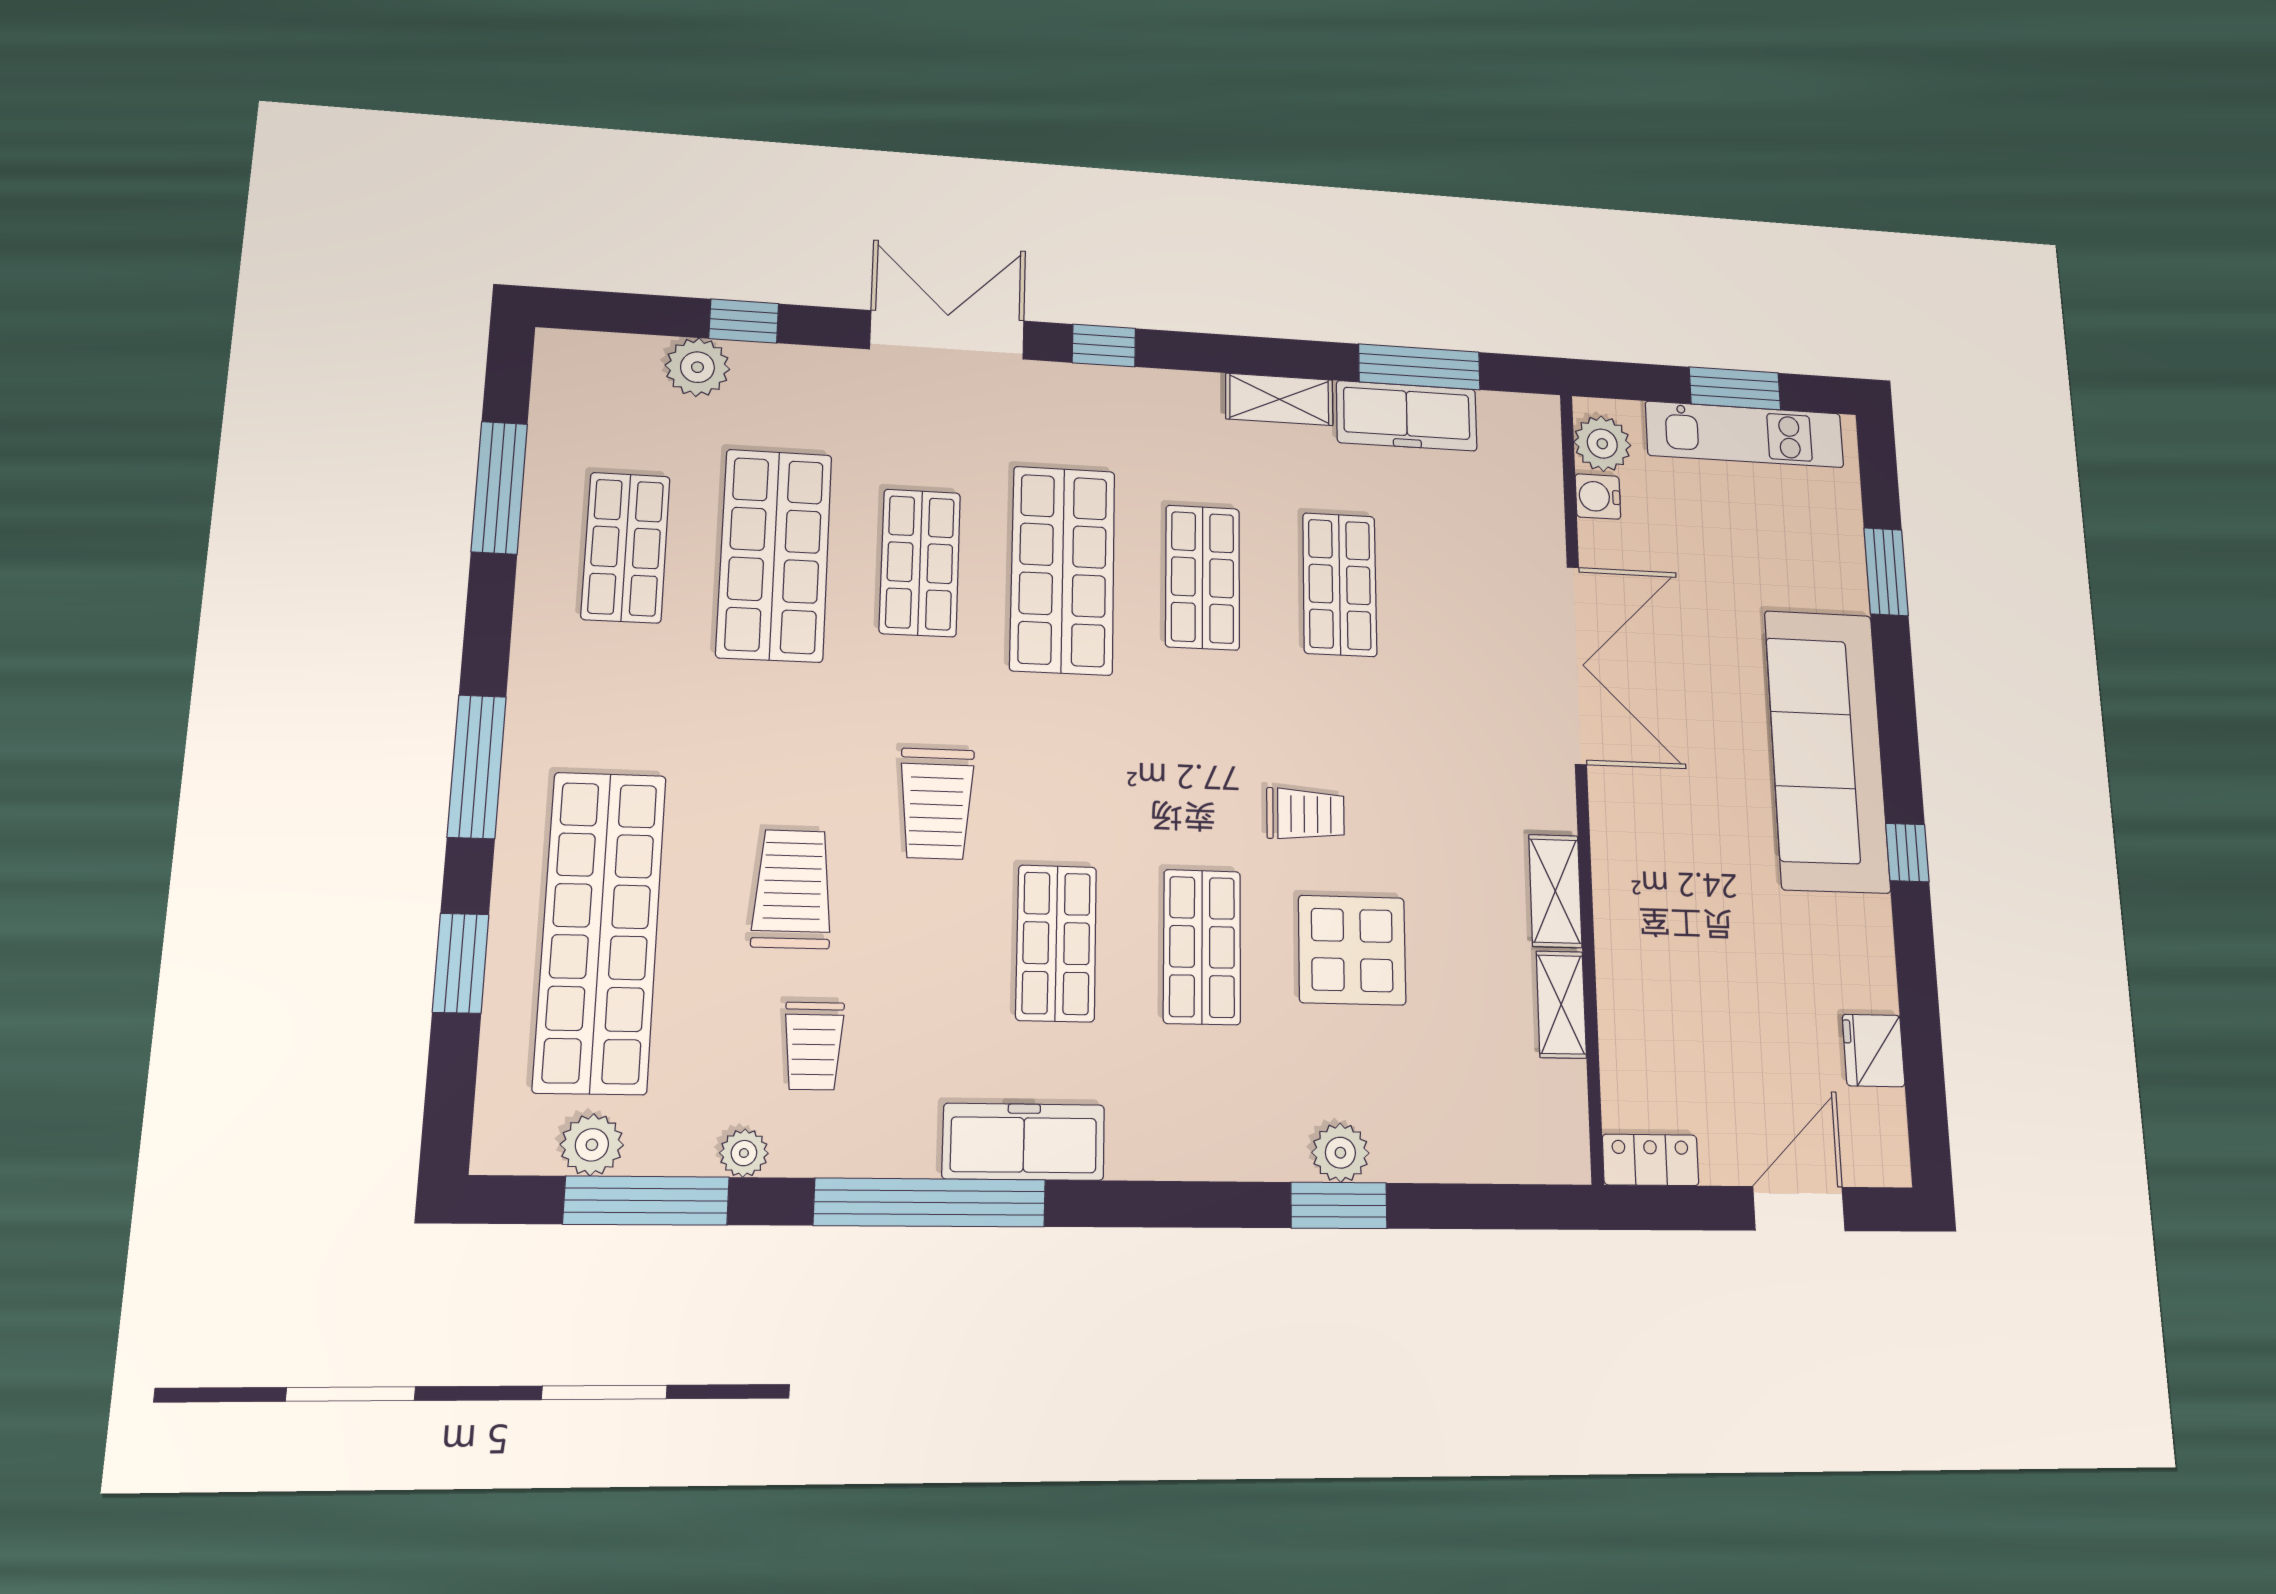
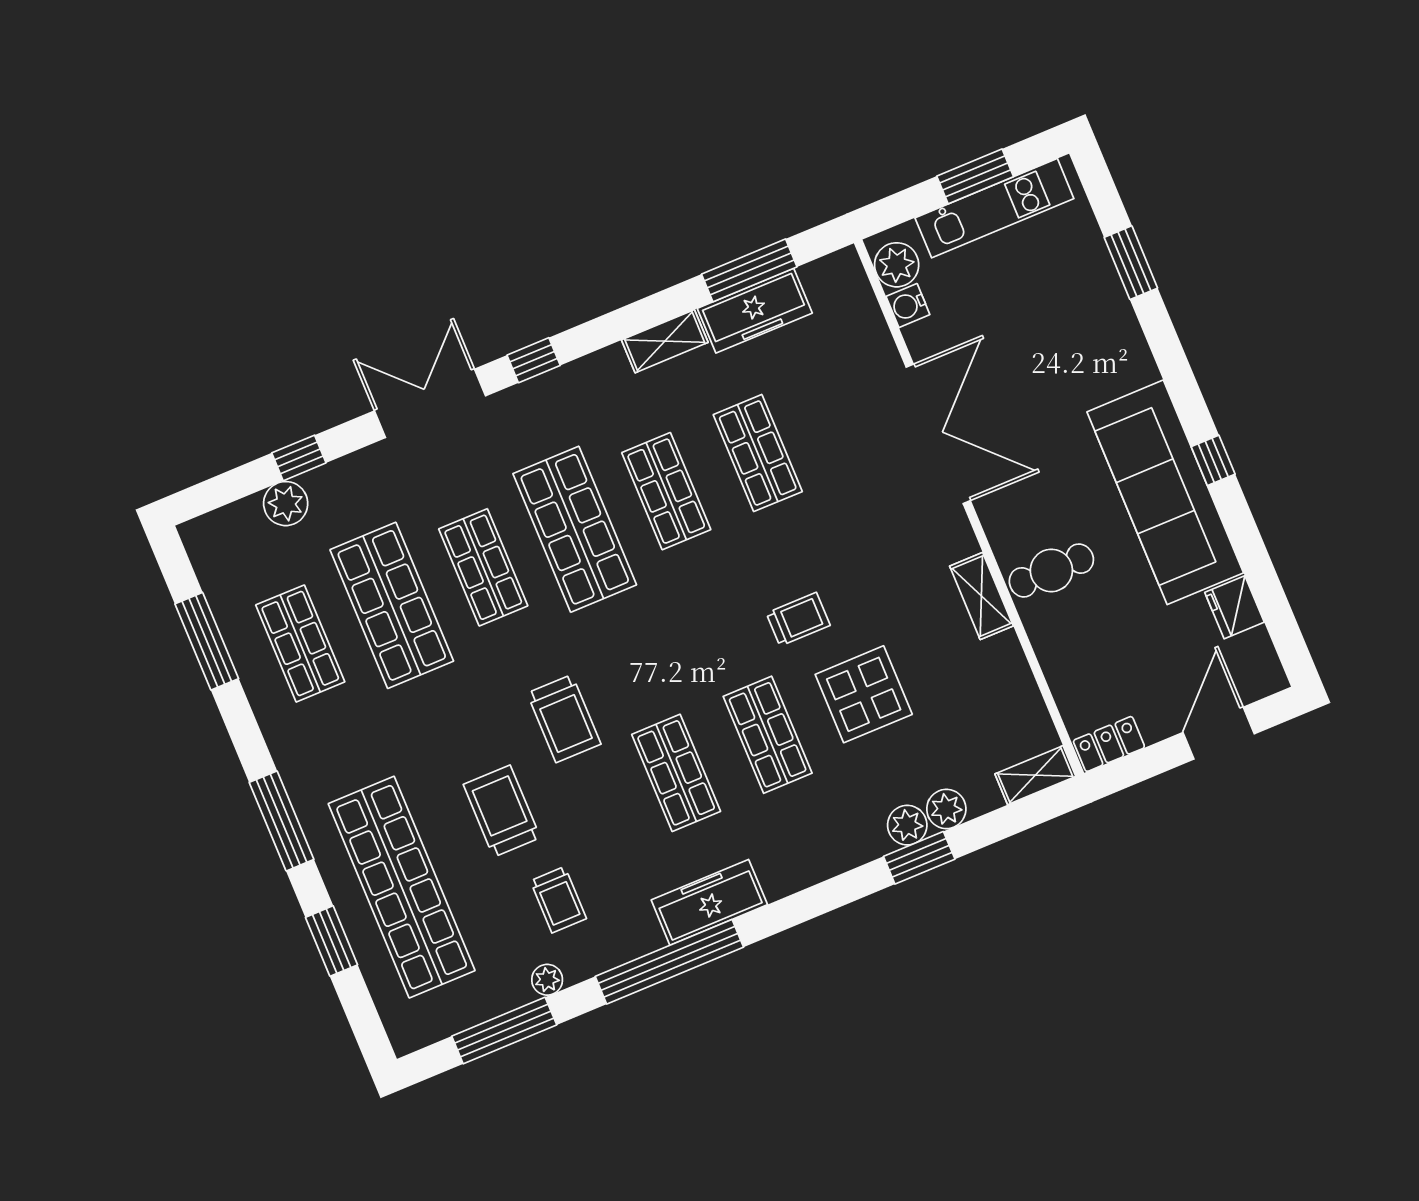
sofa: (1827, 751) -> (1165, 492), moved
cafe table: (1657, 899) -> (1051, 570), added
shelving: (1561, 1004) -> (1035, 775), moved, turned 90
plant: (592, 1145) -> (946, 809), moved

